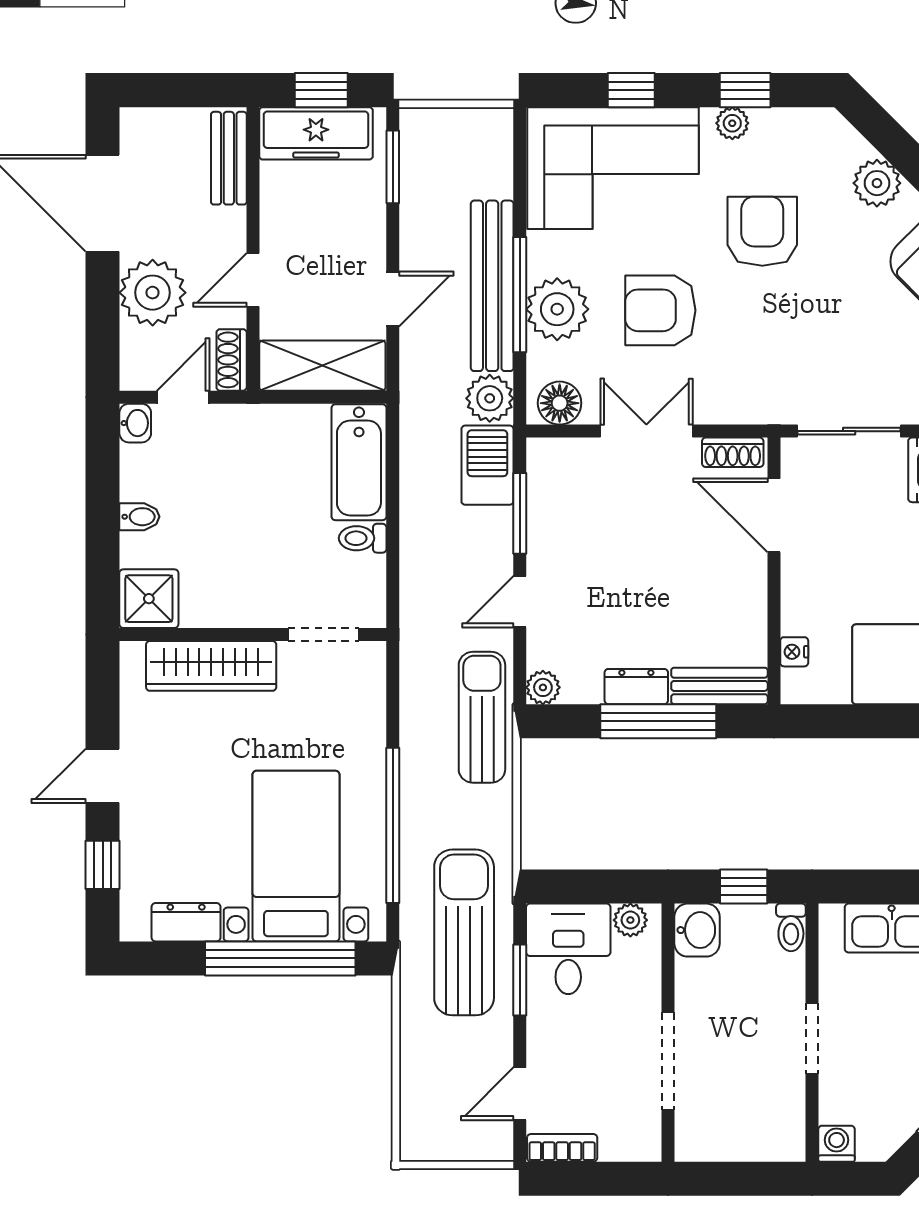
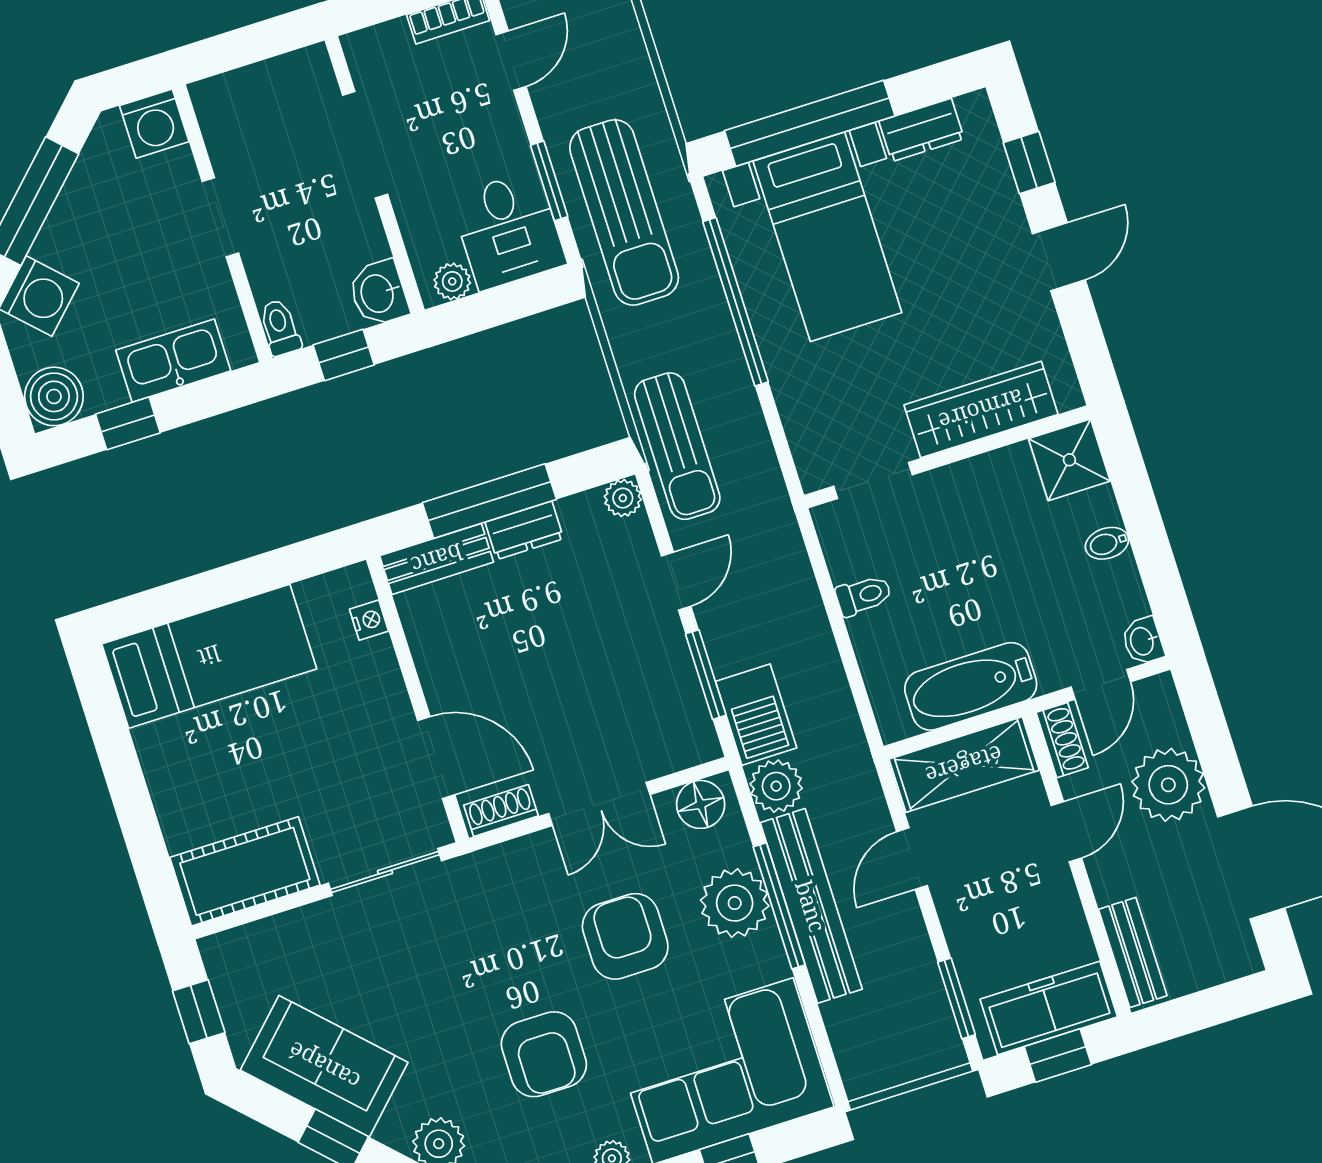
armchair: (660, 310) -> (625, 936), turned -90
bathtub: (359, 462) -> (971, 686), moved, turned -90
washing machine: (837, 1144) -> (154, 124), width x1.38, depth x1.38

